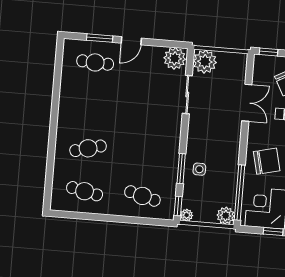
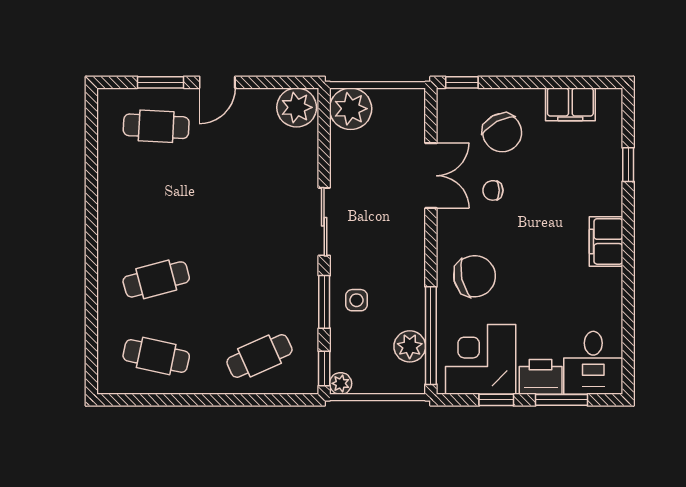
sliding door: (187, 94) -> (324, 222), moved
cafe table: (142, 196) -> (259, 356), turned -39
plant: (226, 216) -> (410, 346), moved

